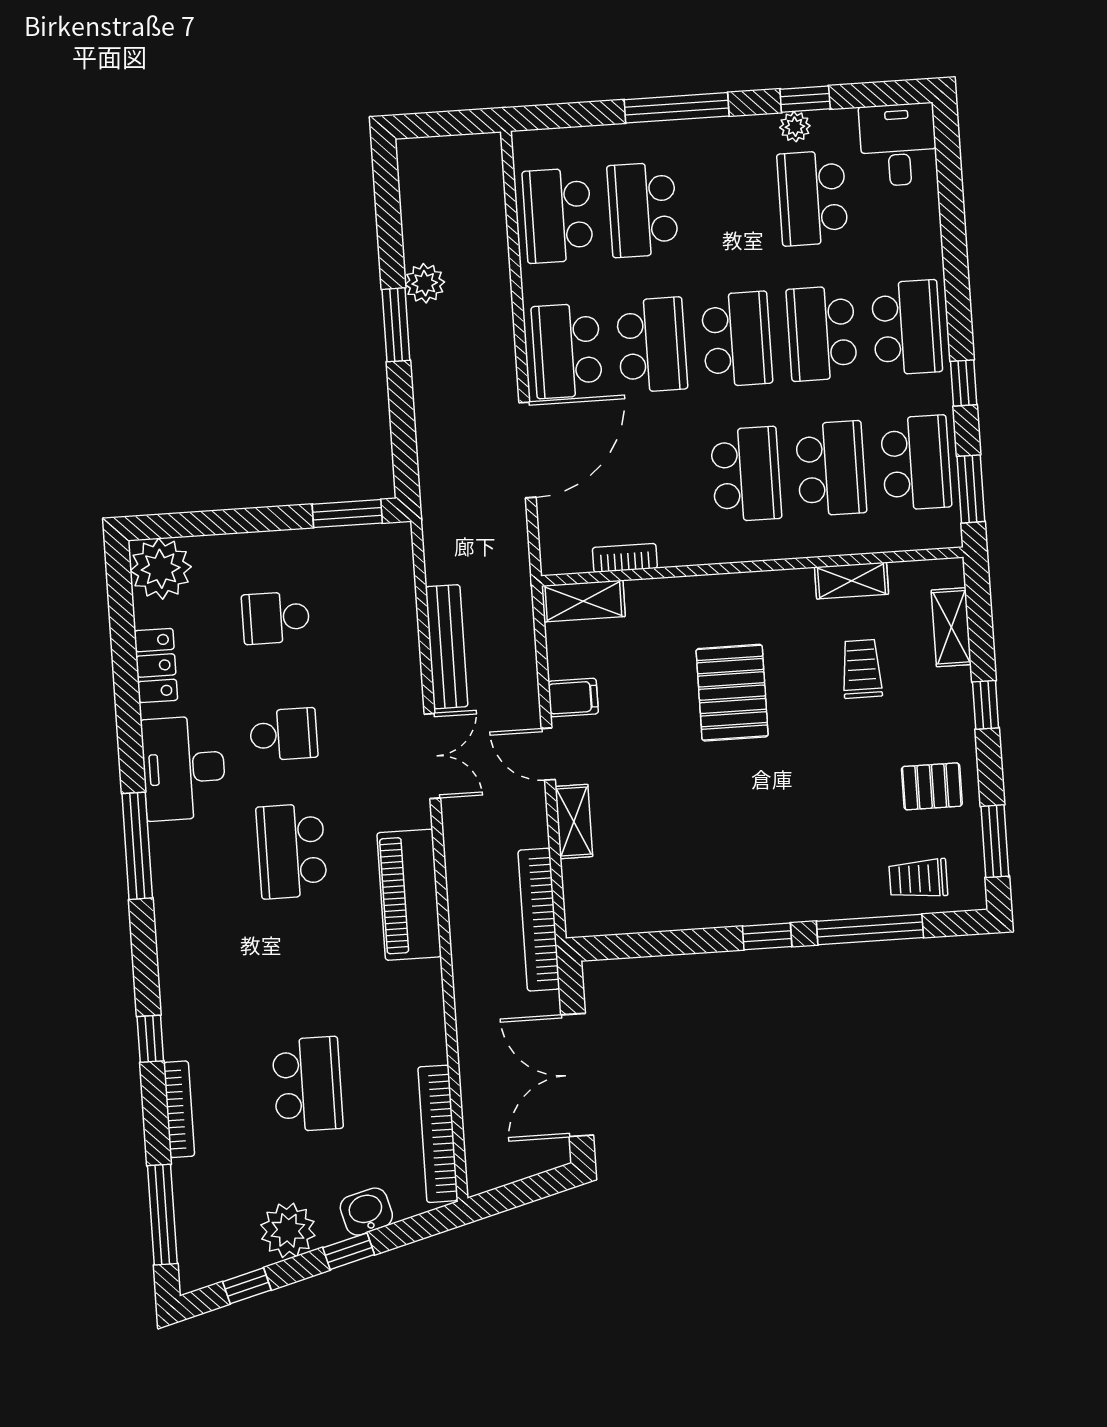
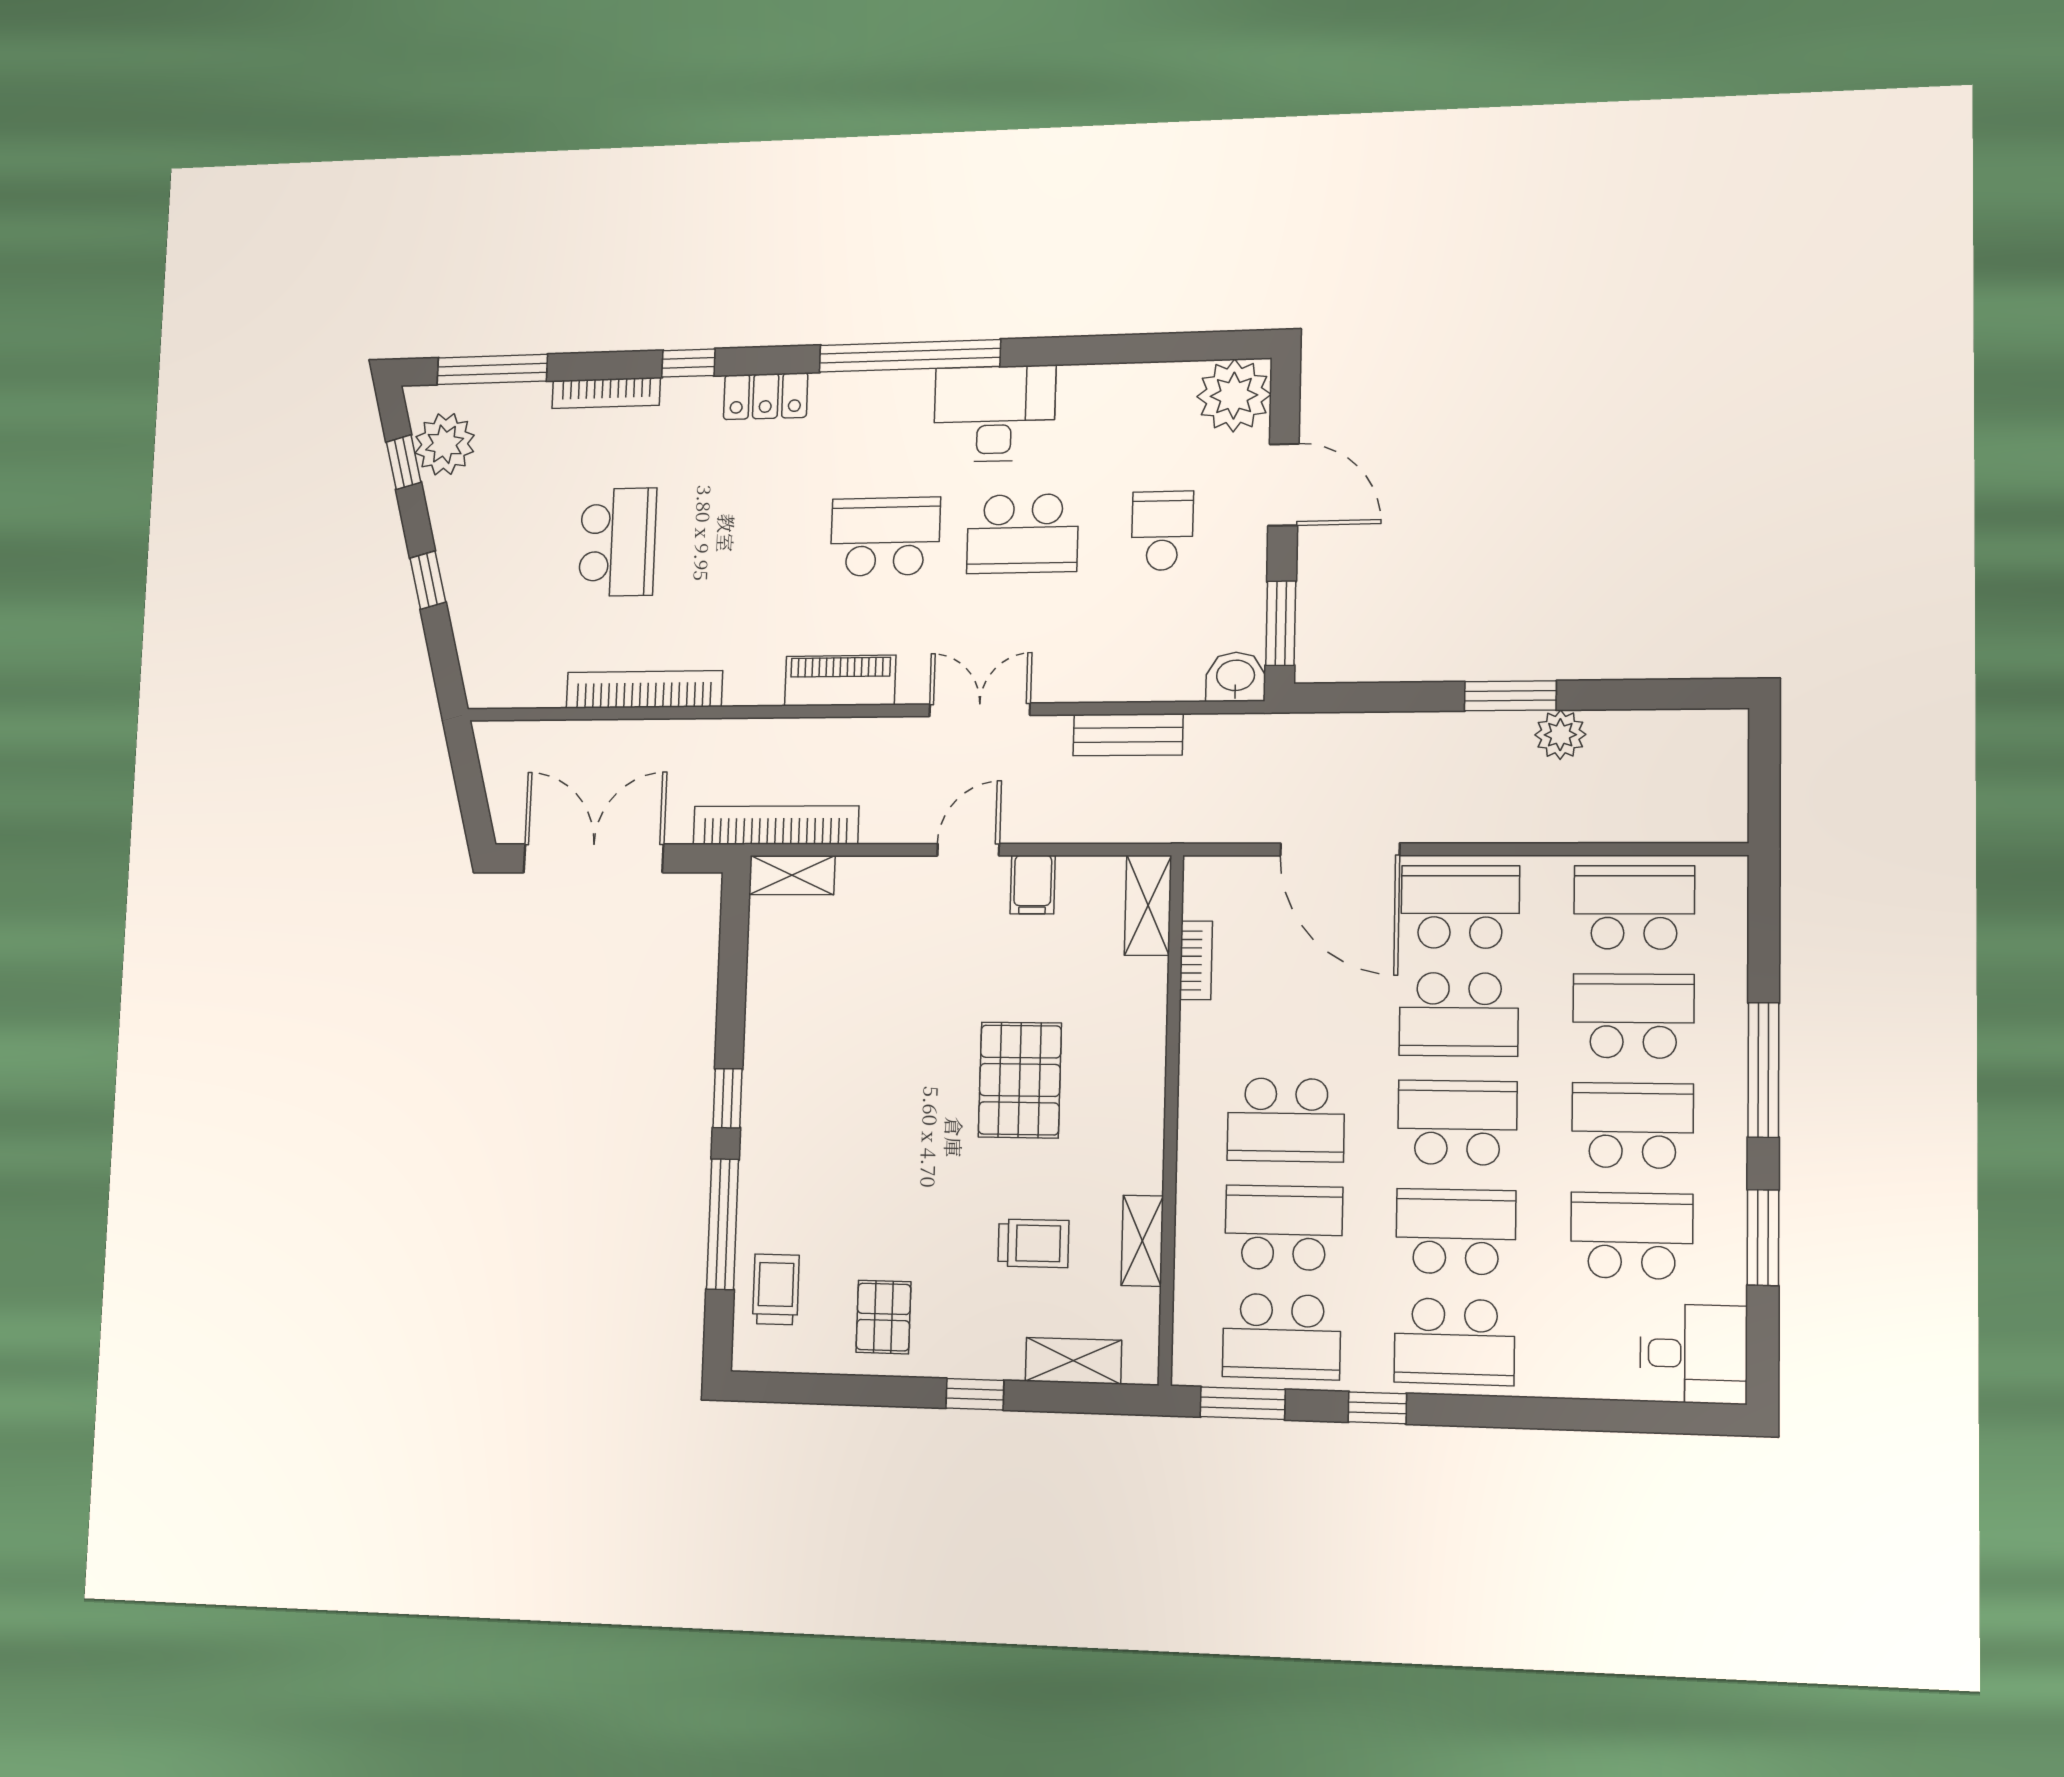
window: (805, 99) -> (1763, 1238), width x1.50
plant: (795, 127) -> (1727, 1221), removed
school desk: (728, 204) -> (1632, 1125), added
school desk: (737, 339) -> (1457, 1123), turned 180
school desk: (831, 469) -> (1284, 1228), turned 180
door: (233, 521) -> (1283, 485), added
bench: (447, 647) -> (1128, 735), width x0.73
locker: (156, 665) -> (766, 396), moved
pallet: (732, 693) -> (1020, 1080), turned 90
school desk: (284, 734) -> (1023, 534), width x1.85
double door: (432, 756) -> (980, 710), swing flipped
shelving: (574, 822) -> (792, 875), moved
window: (995, 841) -> (810, 1389), removed
window: (137, 846) -> (910, 356), width x1.46
piano: (409, 895) -> (840, 681), width x0.73, depth x0.75
school desk: (308, 1084) -> (618, 542), turned -90
bookcase: (438, 1134) -> (644, 689), moved
washbasin: (366, 1212) -> (1235, 677), moved, turned -75
plant: (288, 1230) -> (445, 444), moved

